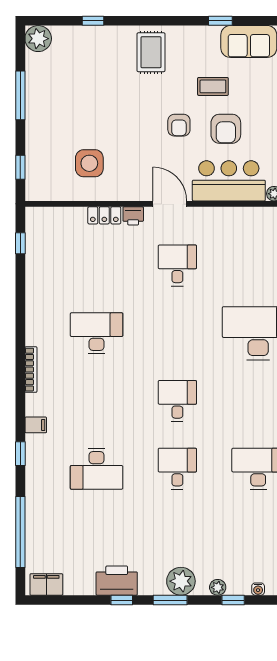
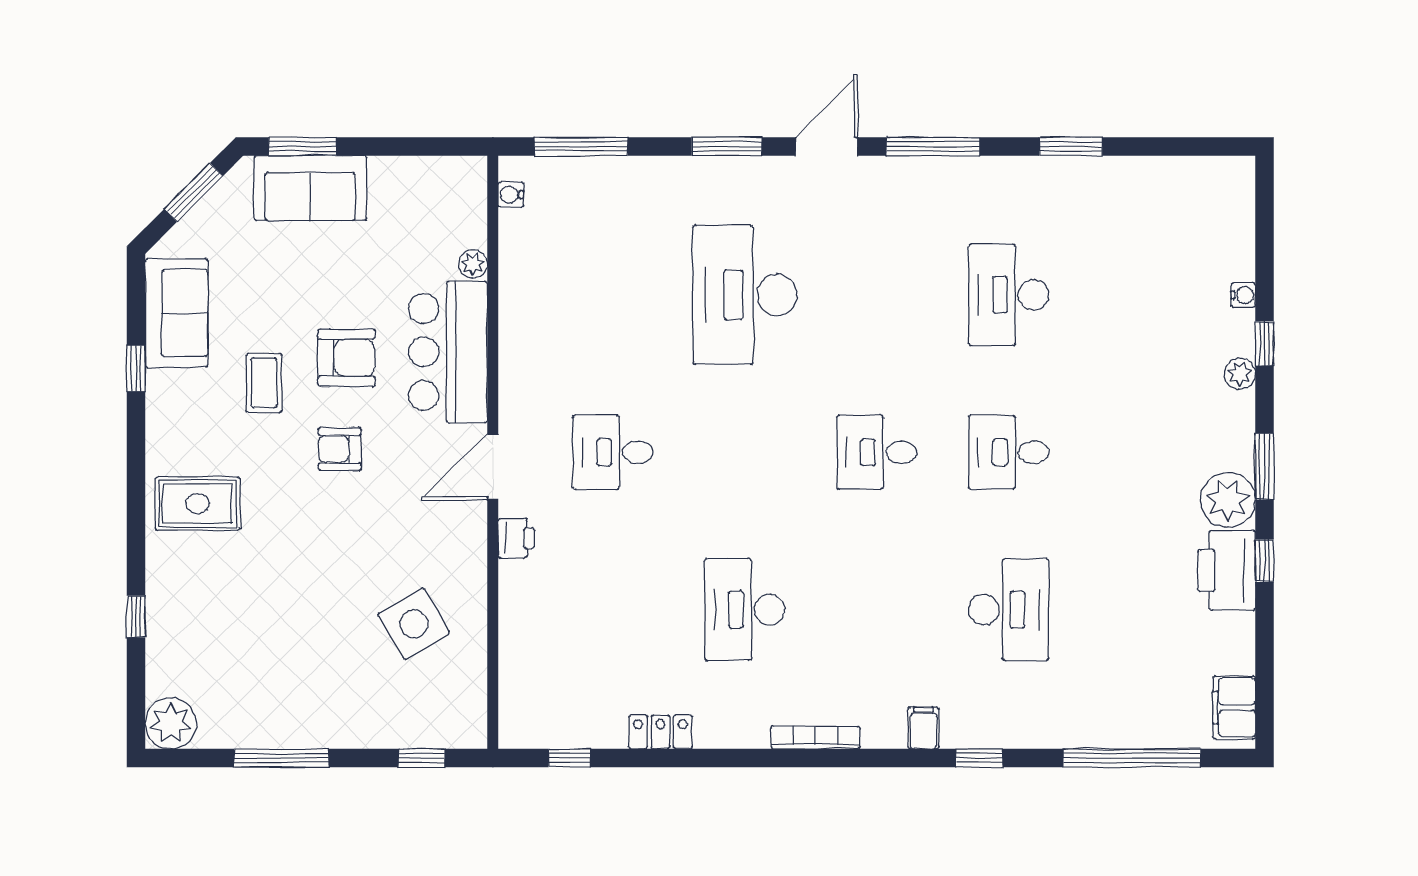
armchair: (179, 125) -> (340, 449), turned 180
side table: (89, 163) -> (414, 624), turned -30
locker: (104, 215) -> (660, 732), moved, turned -90
plant: (181, 581) -> (1228, 500), moved

